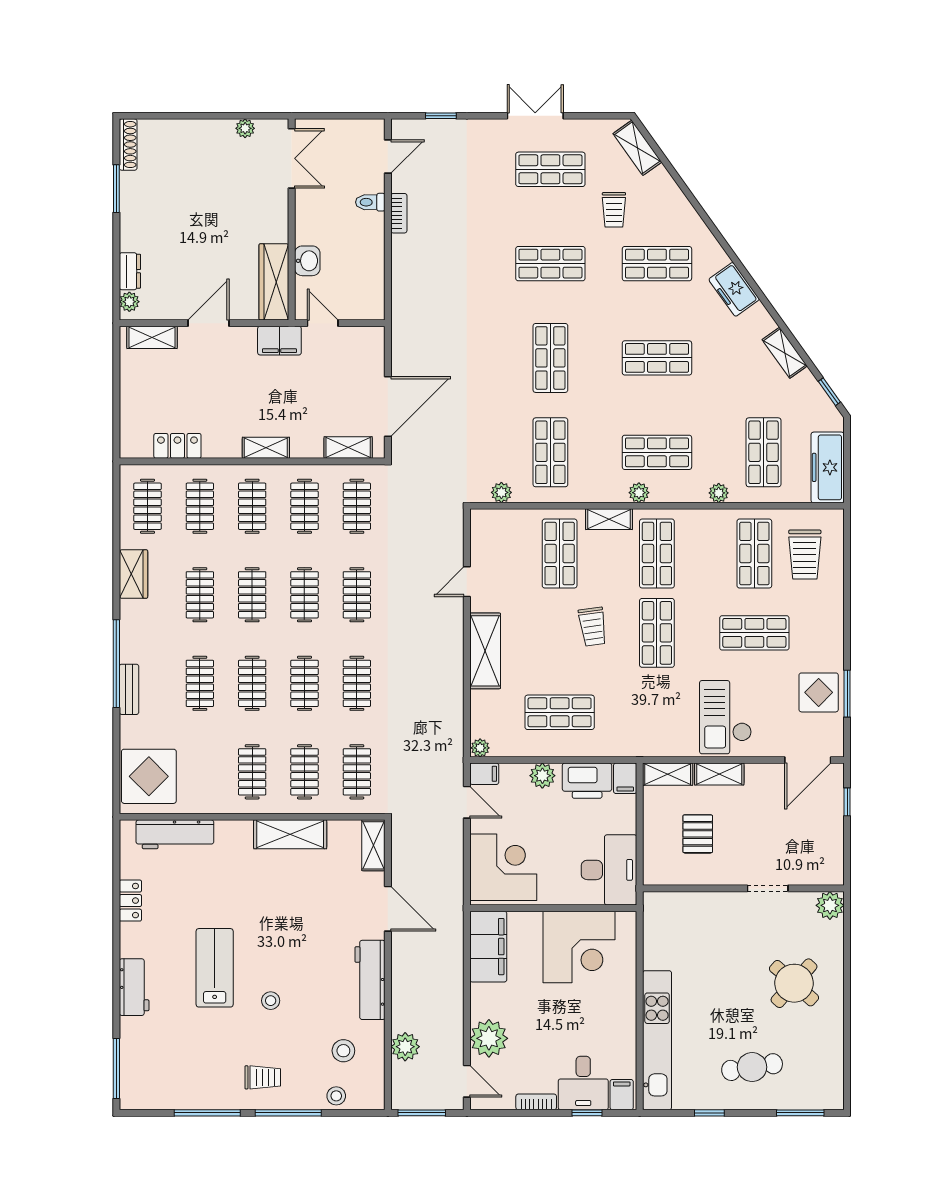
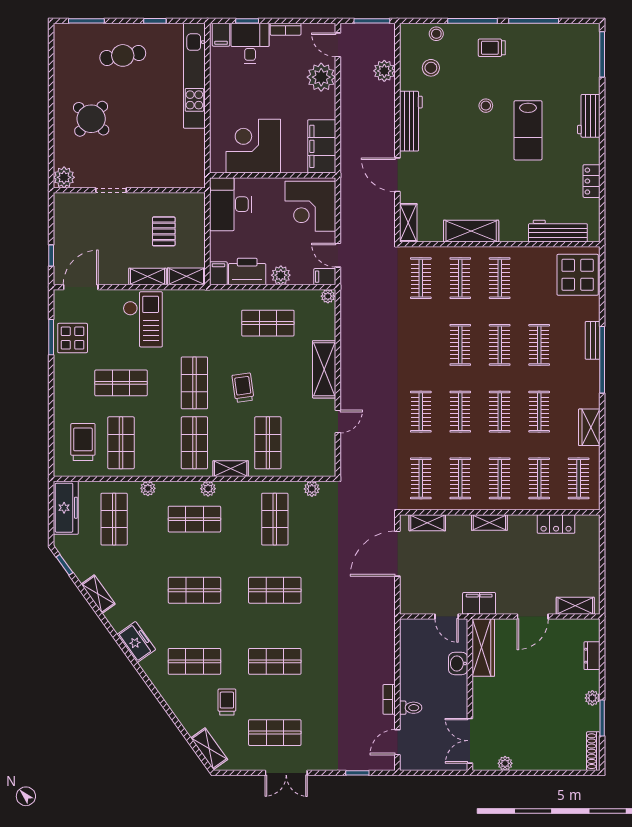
plant: (129, 302) -> (592, 698), moved
shop shelf: (550, 358) -> (275, 590), turned 90
clothes rail: (357, 683) -> (421, 345), removed

